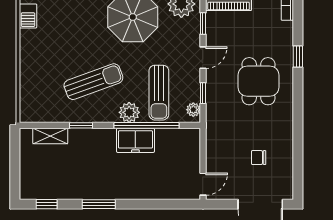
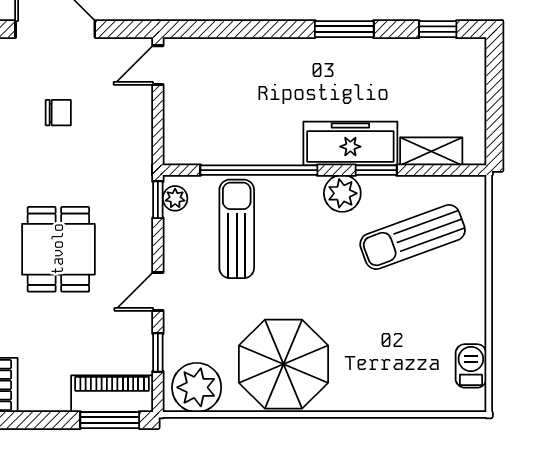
sun lounger: (93, 82) -> (413, 237), moved
window: (203, 93) -> (158, 200), moved
plant: (129, 112) -> (342, 193), moved
freezer: (135, 140) -> (350, 143), moved, width x1.40

